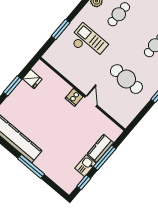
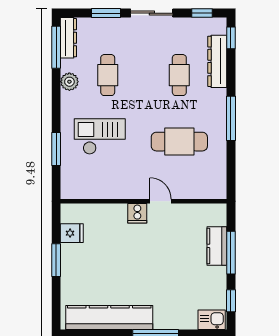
kitchen sink: (85, 166) -> (212, 320), moved, turned 90

